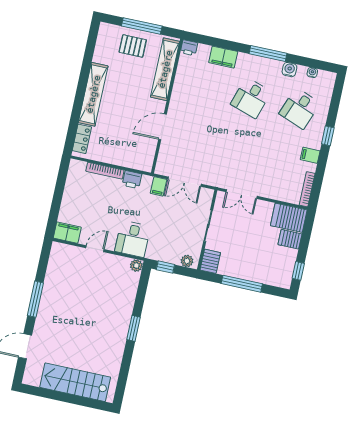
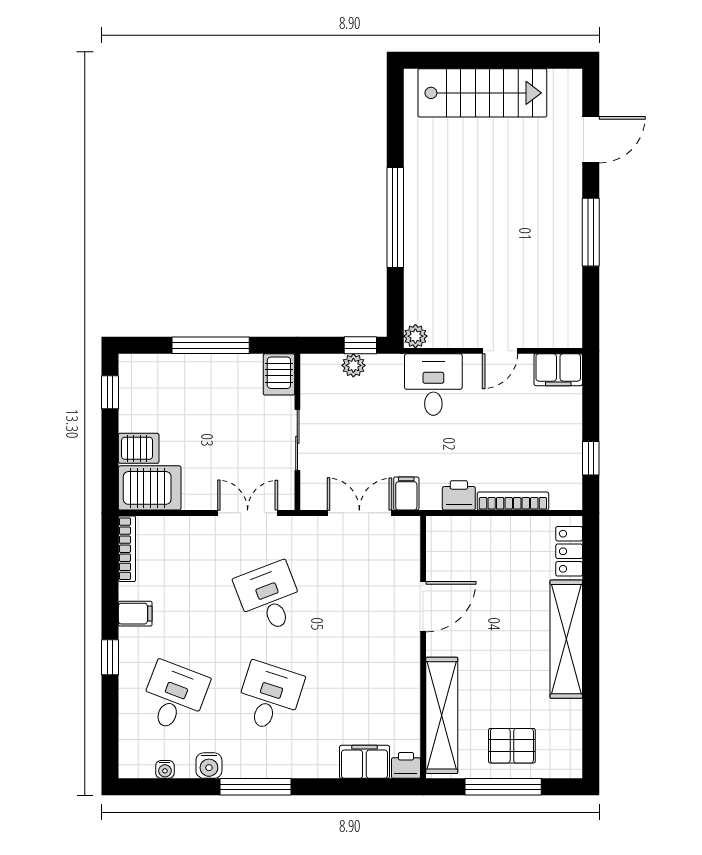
filing cabinet: (223, 57) -> (364, 762), moved
desk: (240, 149) -> (269, 597), added
window: (61, 184) -> (591, 458), added
plant: (187, 261) -> (353, 365), moved
window: (134, 328) -> (395, 218), width x2.11

